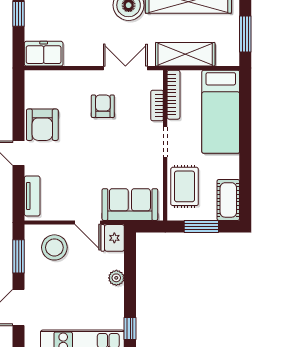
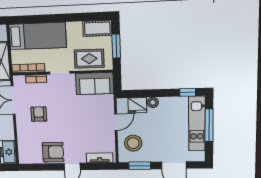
armchair: (103, 106) -> (39, 114), turned 90
sofa: (130, 205) -> (95, 84), moved, turned -90
fridge: (113, 238) -> (137, 105), moved

